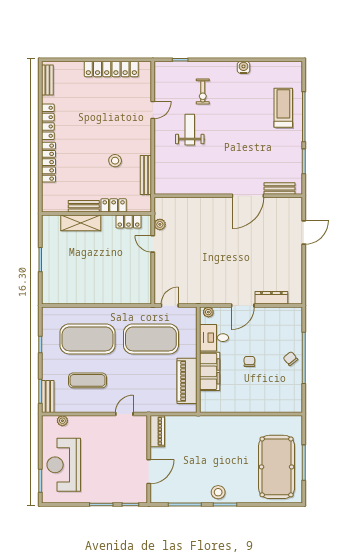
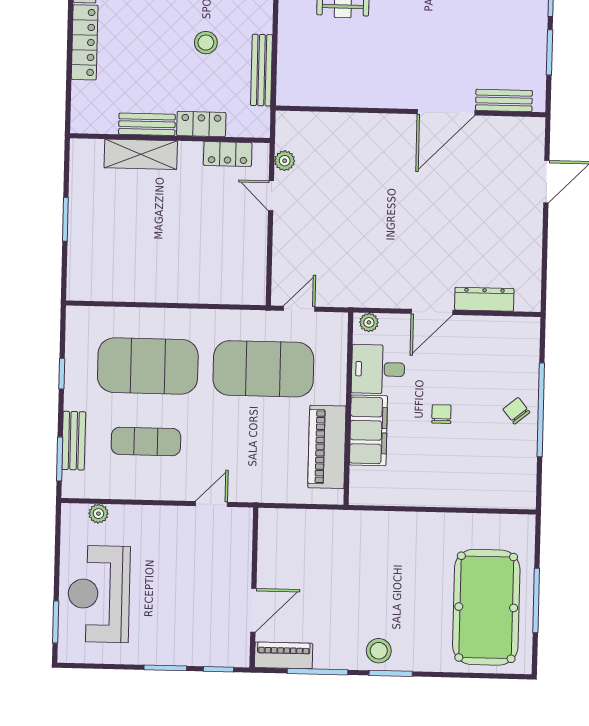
bench: (48, 396) -> (74, 441), moved
piano: (157, 431) -> (284, 655), moved, turned -90

